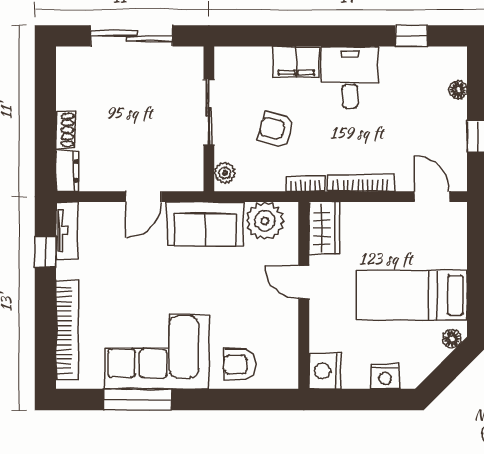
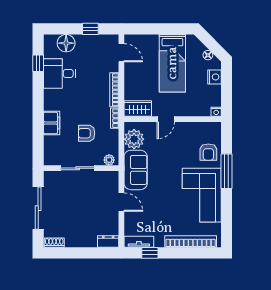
desk: (350, 77) -> (60, 73), moved
floor lamp: (458, 90) -> (66, 43), width x1.89, depth x1.89
armchair: (276, 129) -> (87, 133), turned 75
shoe rack: (65, 130) -> (54, 243), moved
door: (432, 197) -> (121, 53), swing flipped
floor lamp: (452, 339) -> (208, 55), moved
nightstand: (325, 371) -> (216, 112), width x0.53, depth x0.56
window: (138, 400) -> (227, 171), moved

